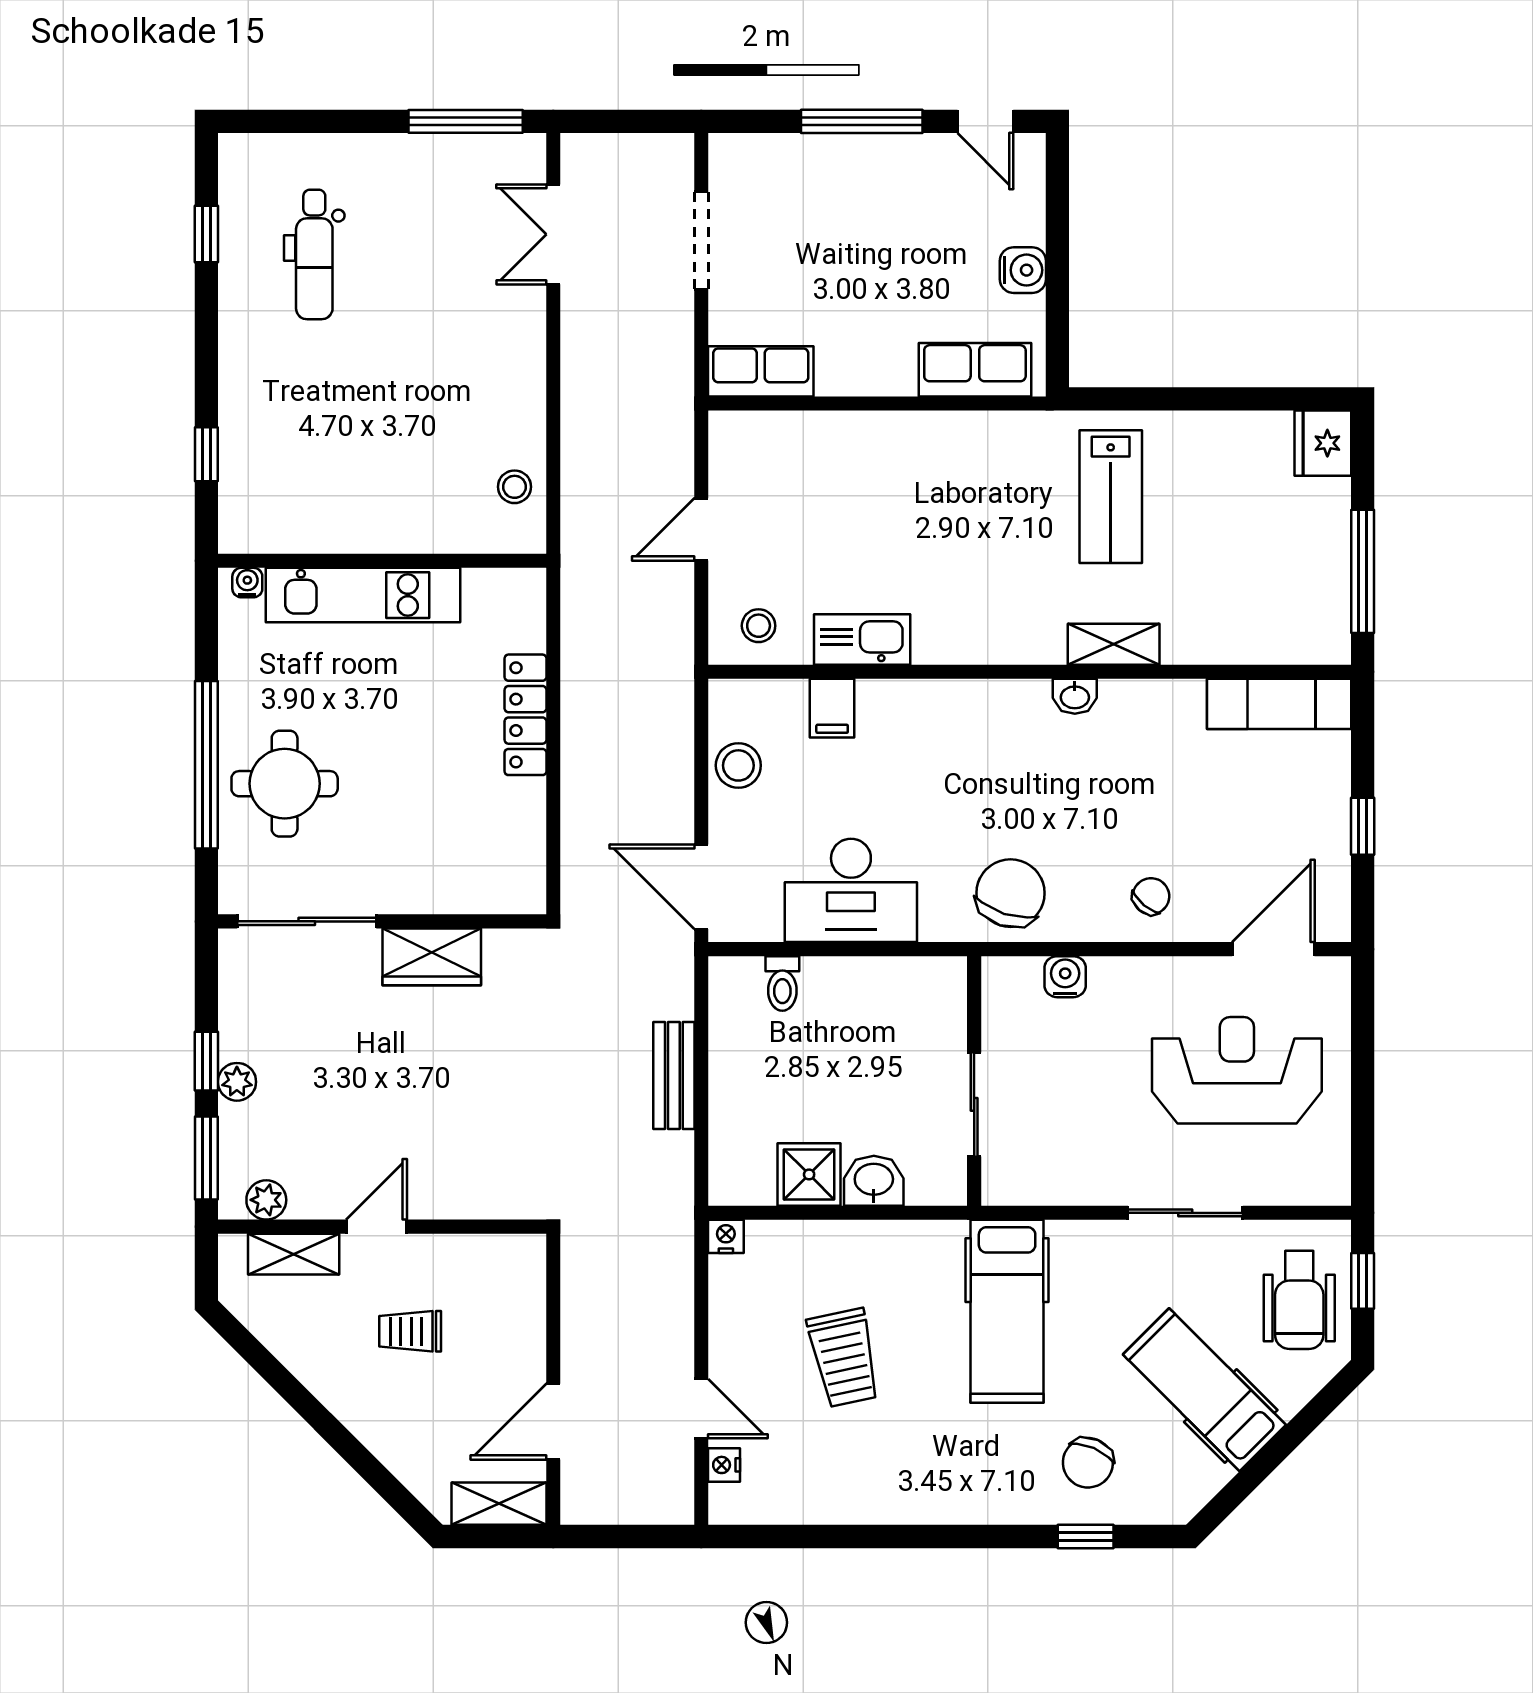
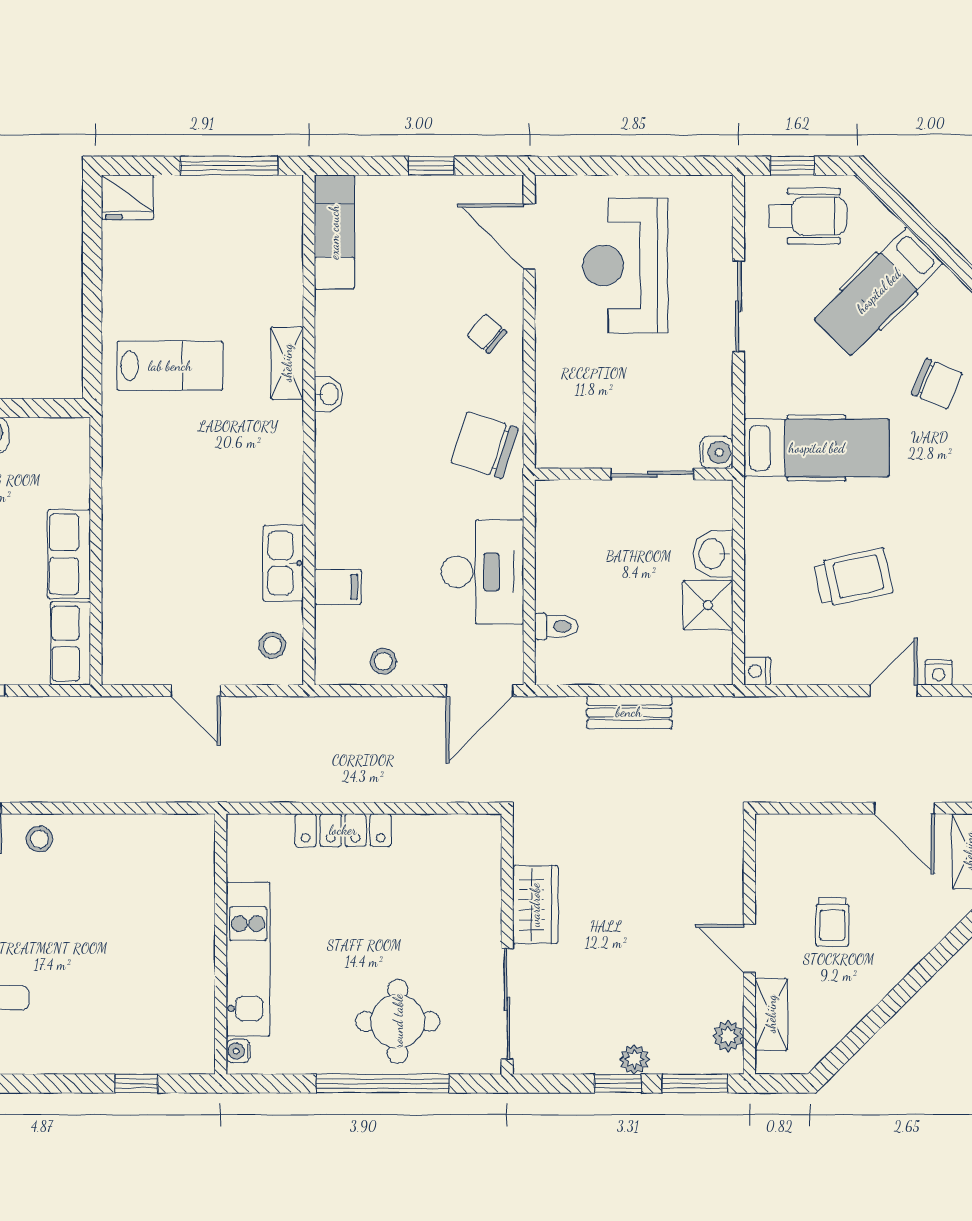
row of seats: (975, 370) -> (69, 554), moved
stool: (515, 487) -> (39, 839), moved
stool: (738, 765) -> (383, 661), width x0.73, depth x0.73
water cooler: (1065, 977) -> (717, 452), moved, turned 180

